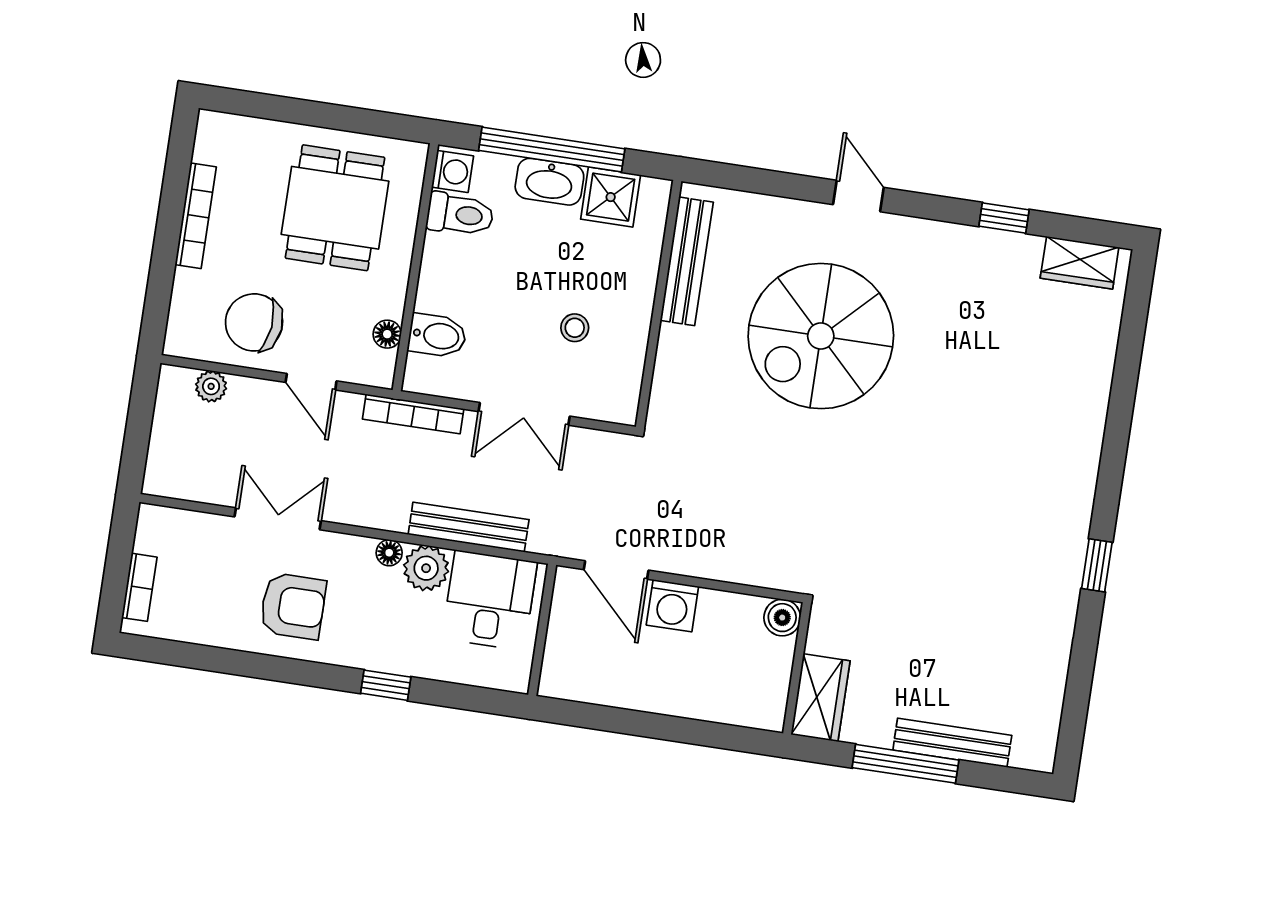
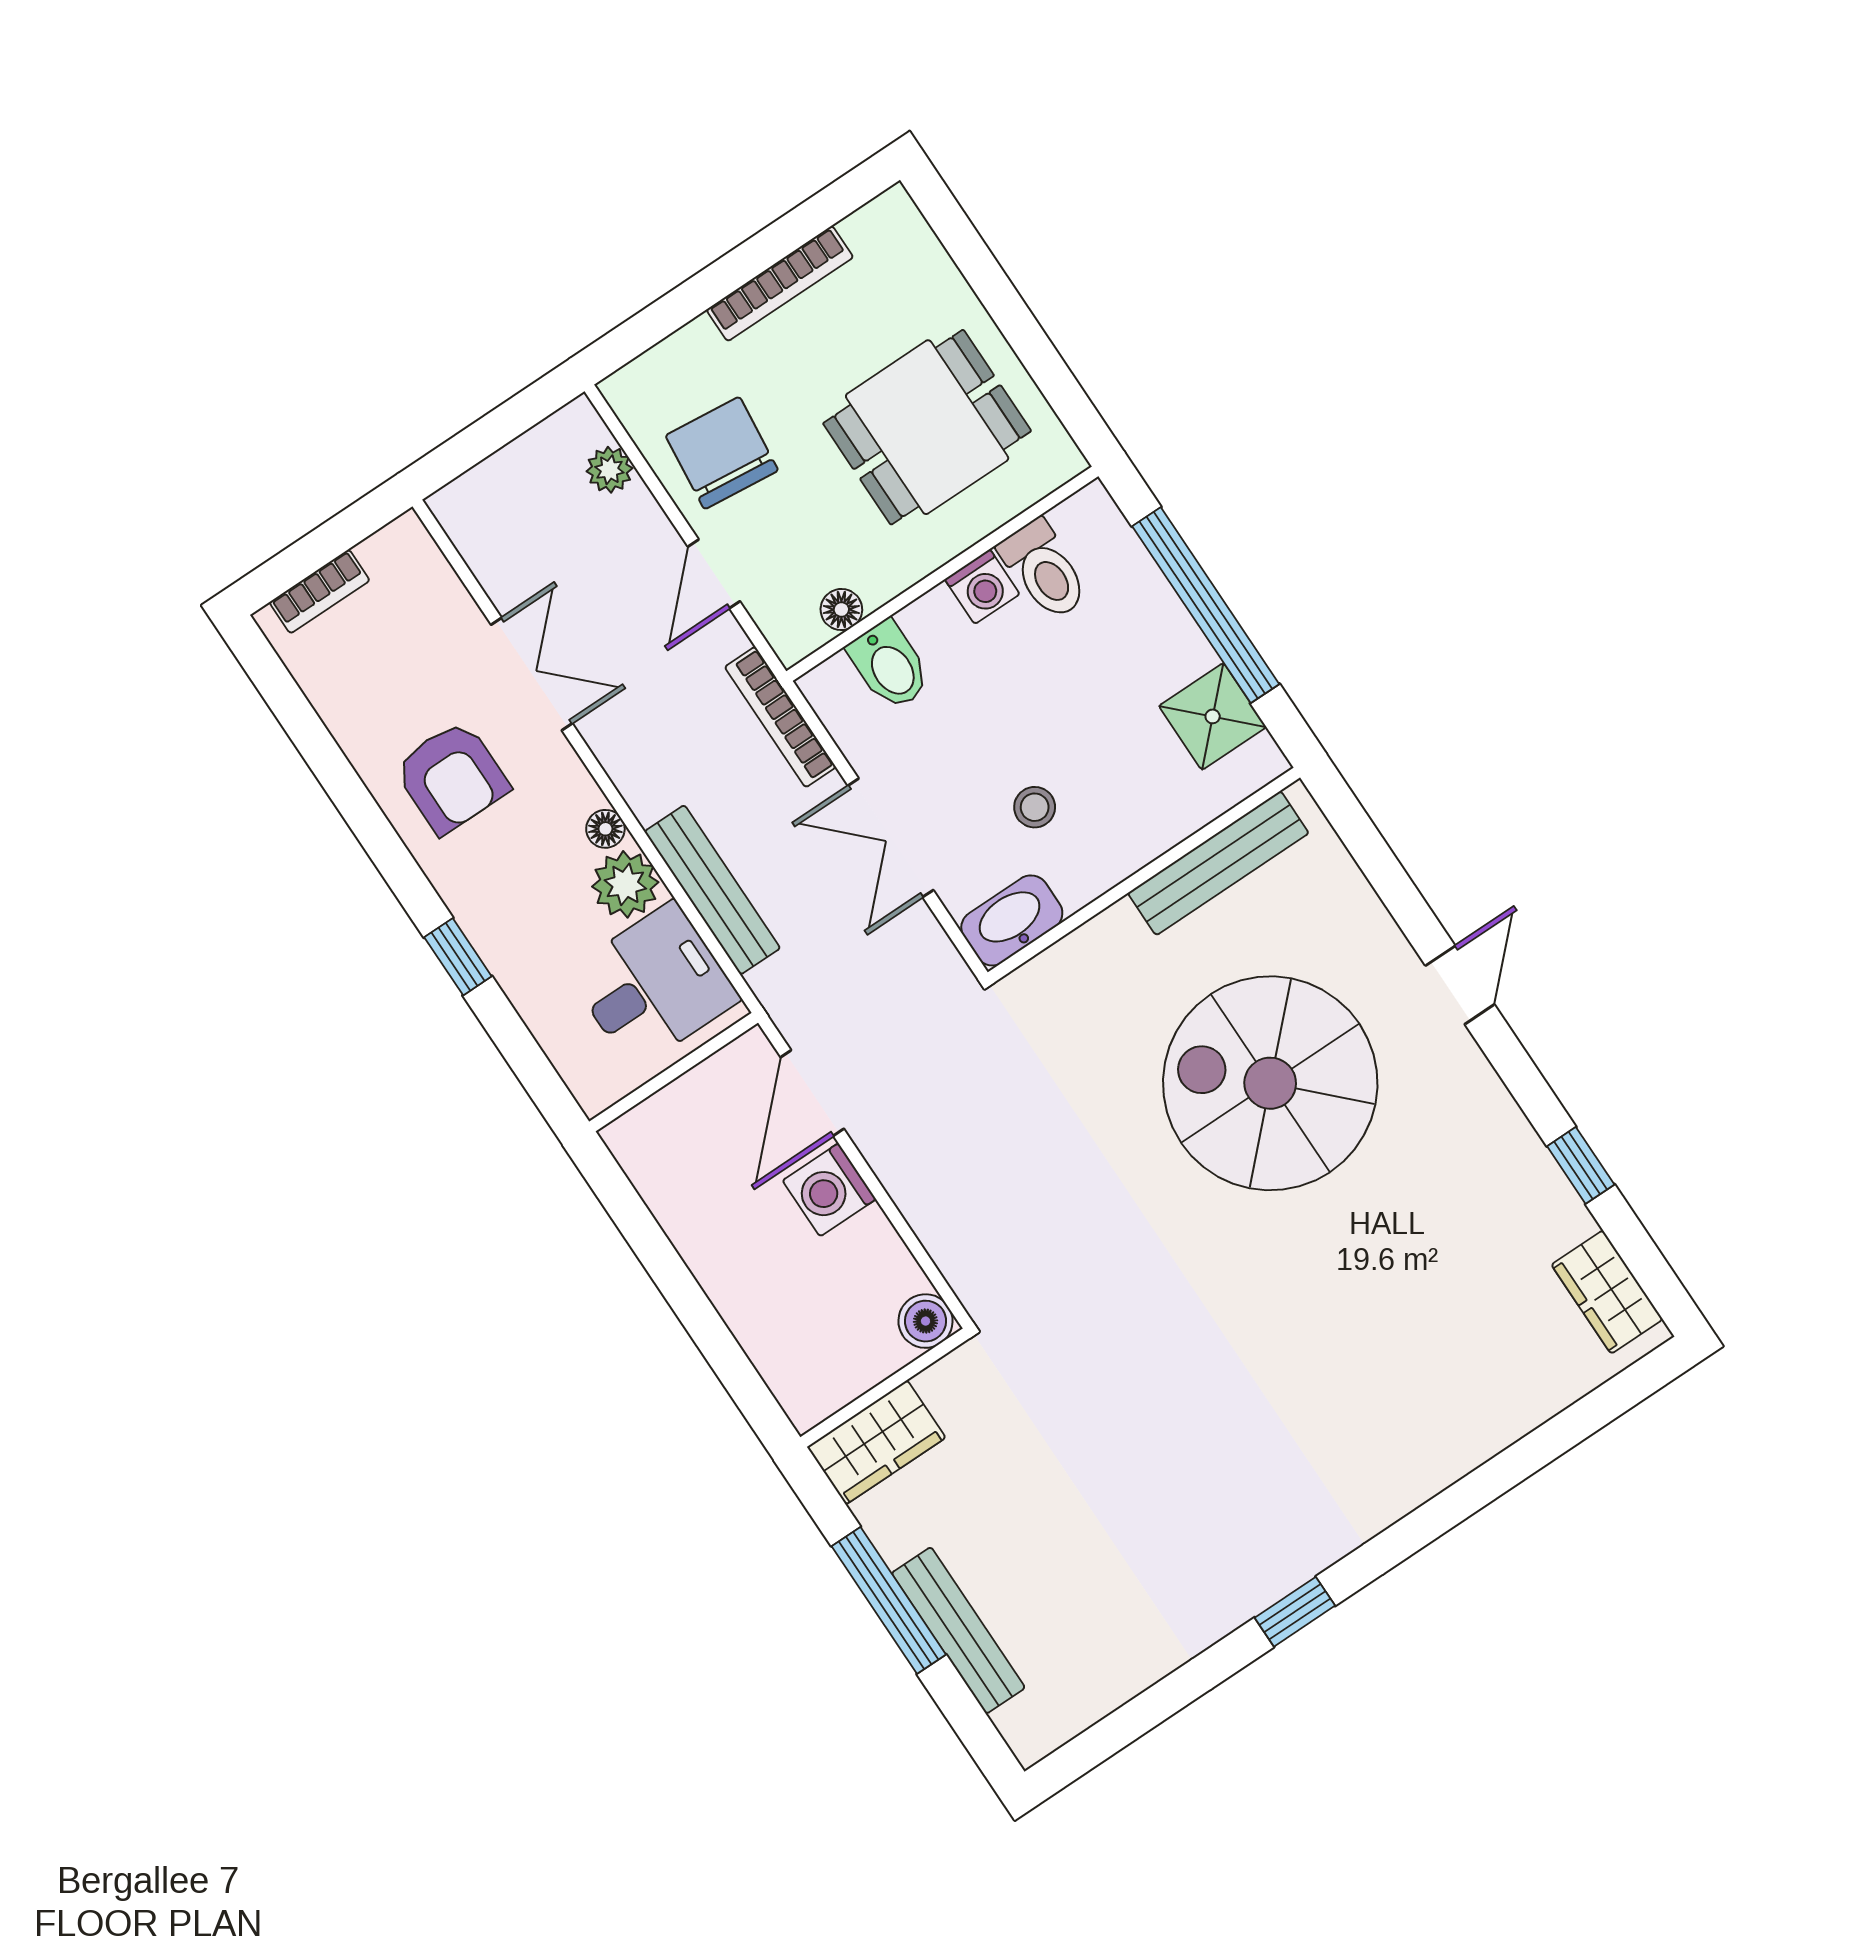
washing machine: (453, 171) -> (982, 587), moved
washbasin: (549, 182) -> (1012, 920), moved, turned 90

